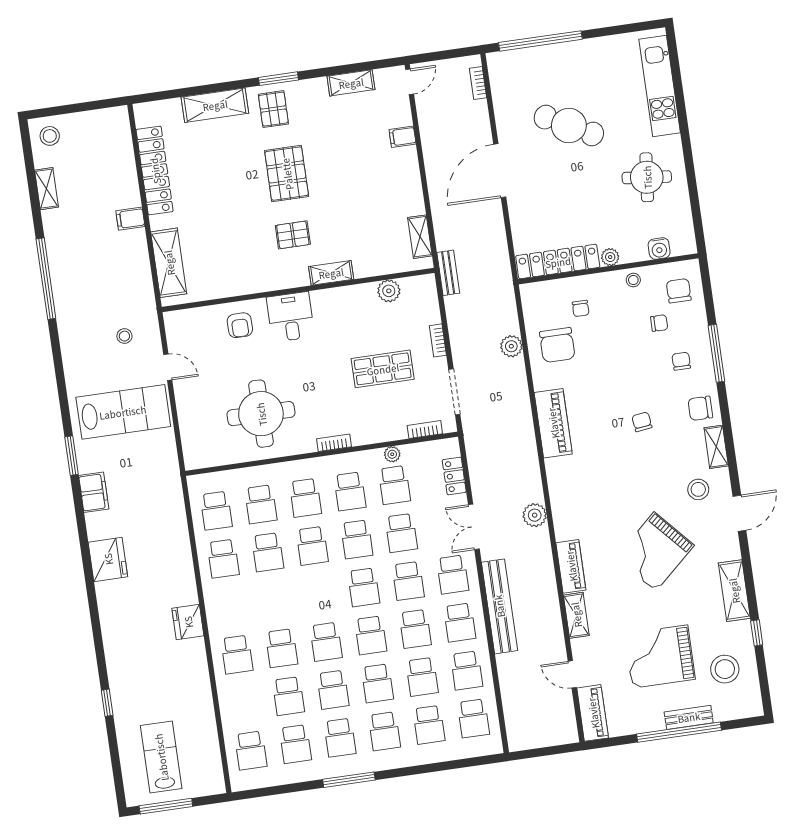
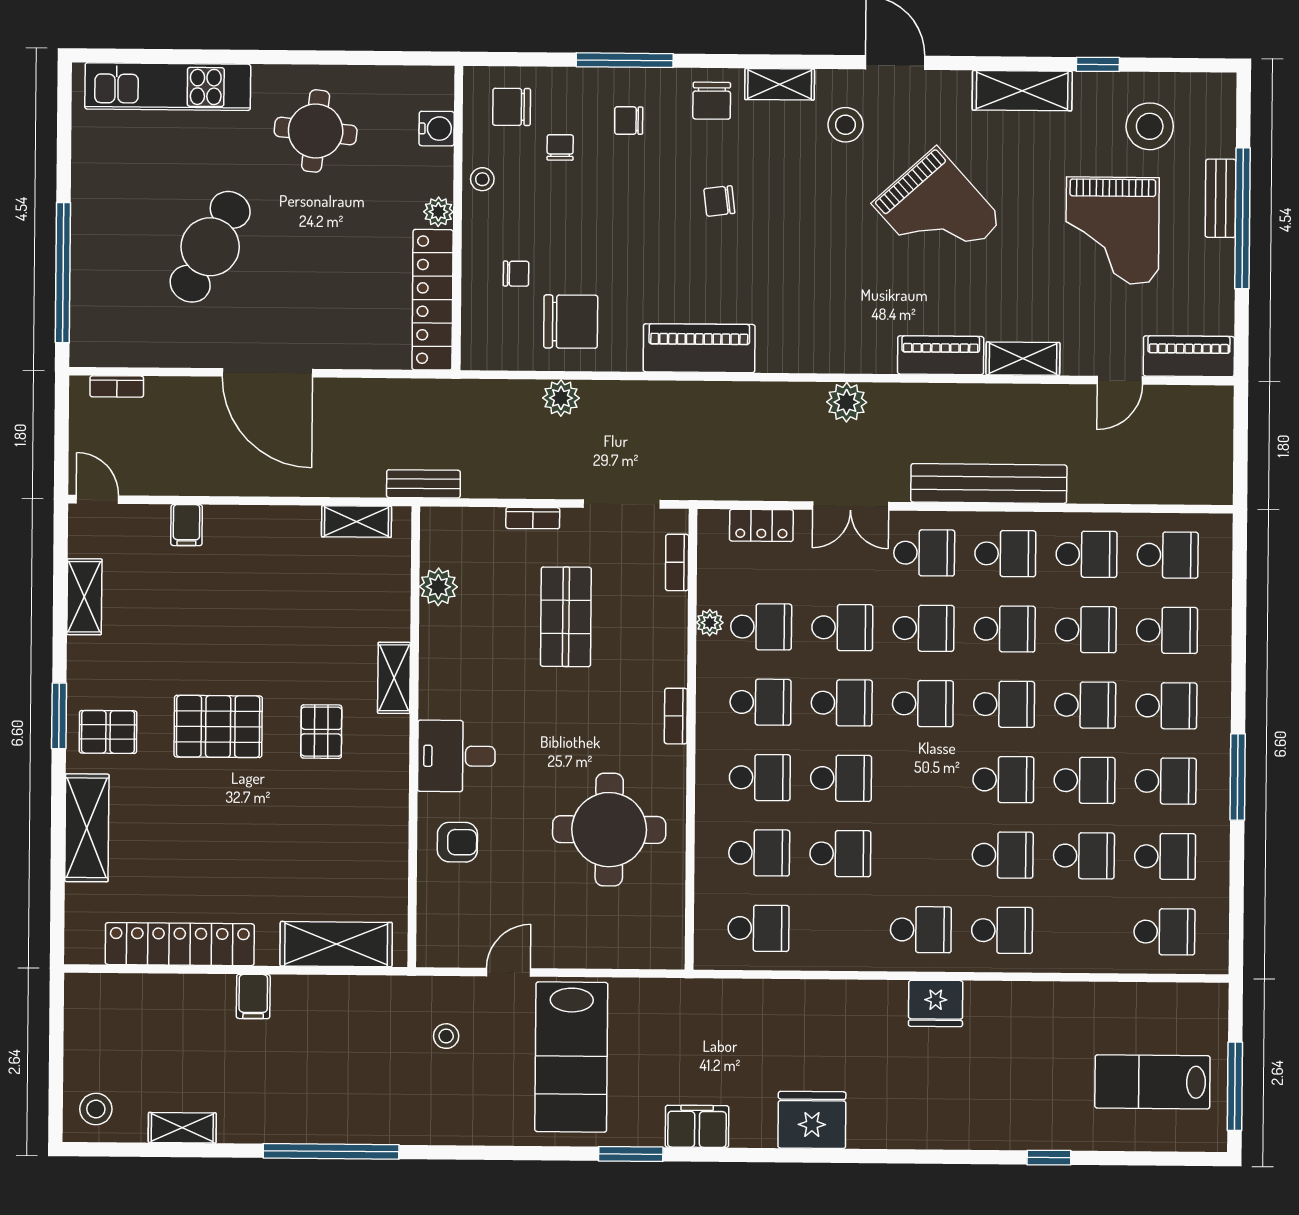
lab bench: (123, 412) -> (571, 1057), turned 180
school desk: (223, 559) -> (921, 930), moved

